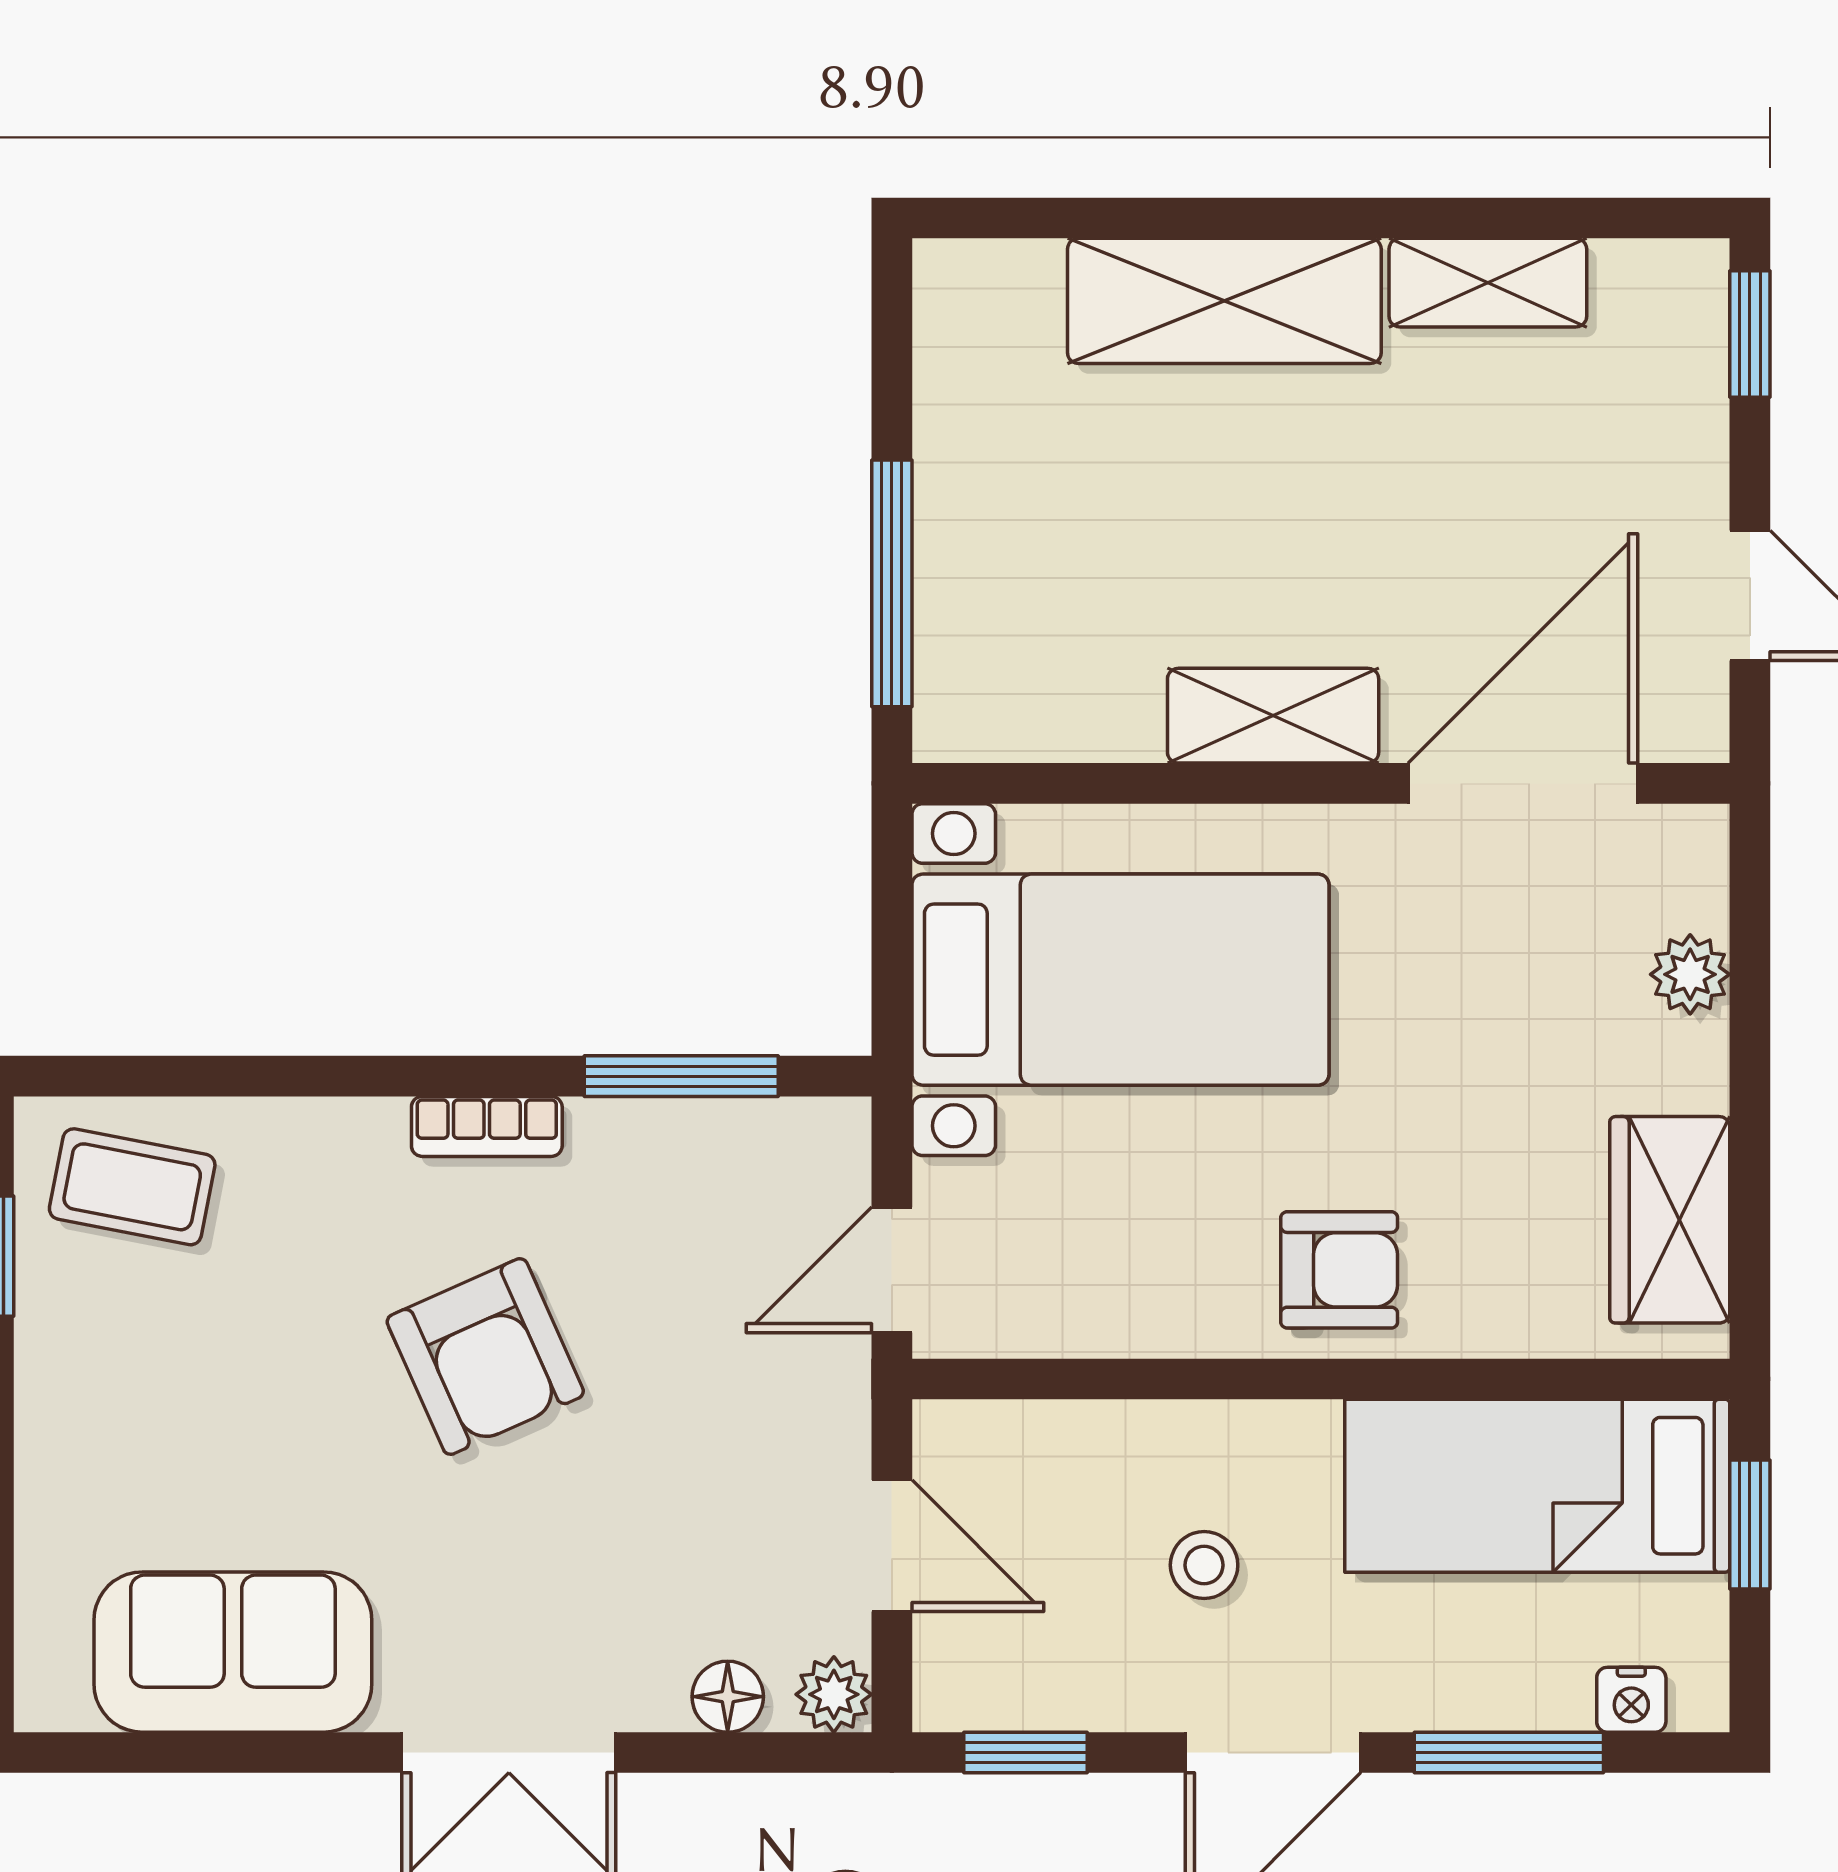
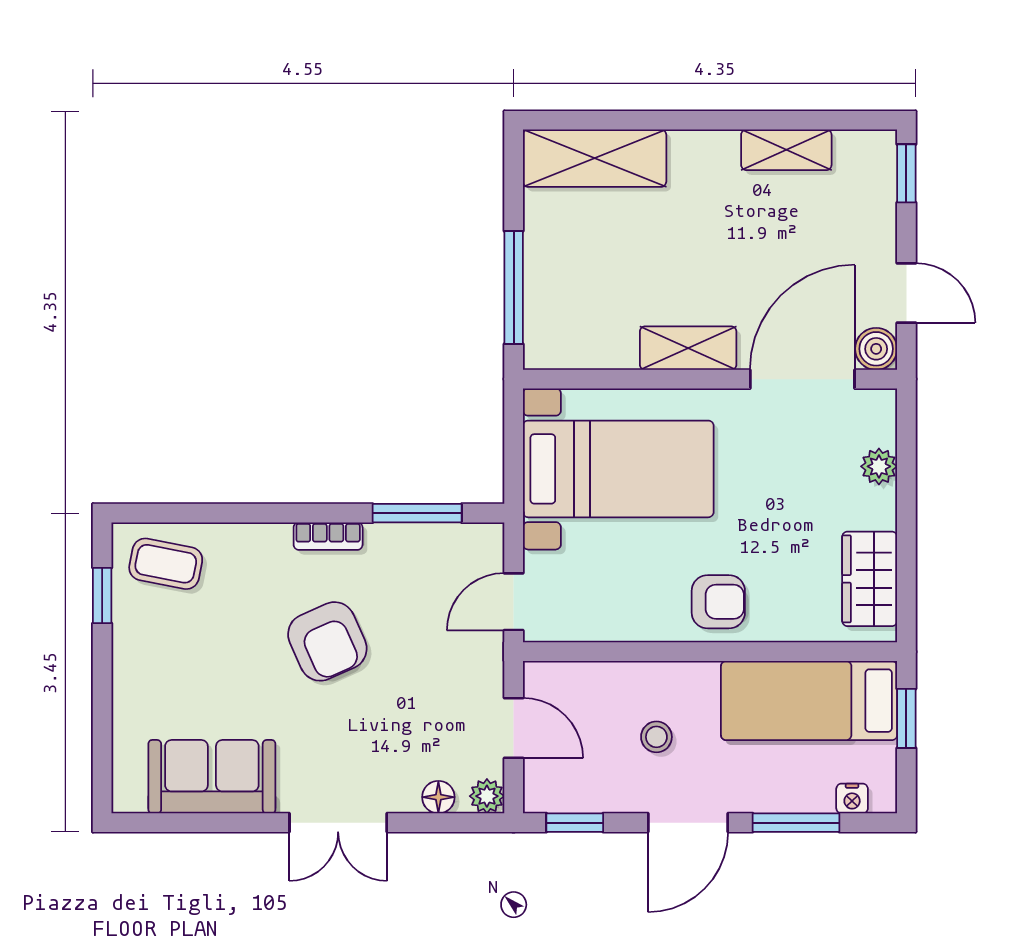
shelving: (1224, 301) -> (595, 158), moved
boiler: (1684, 717) -> (876, 349), added

